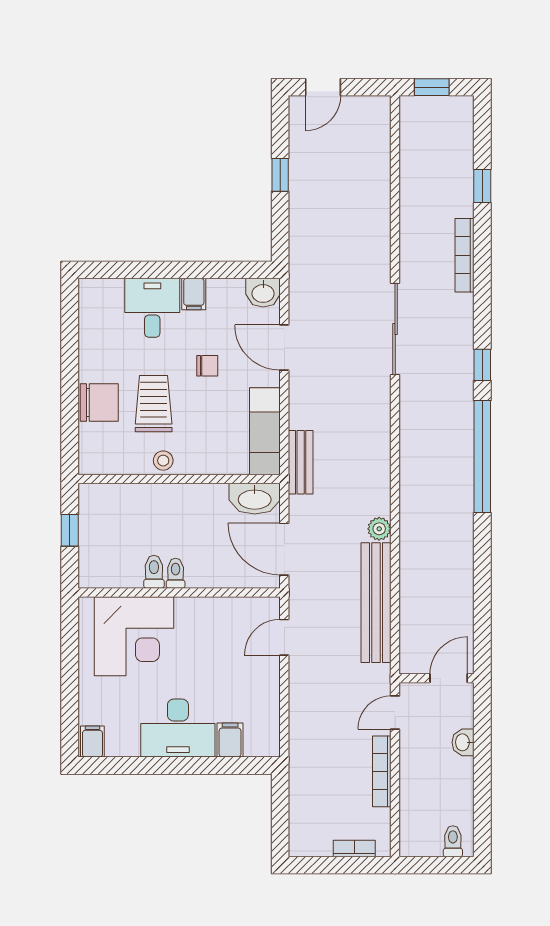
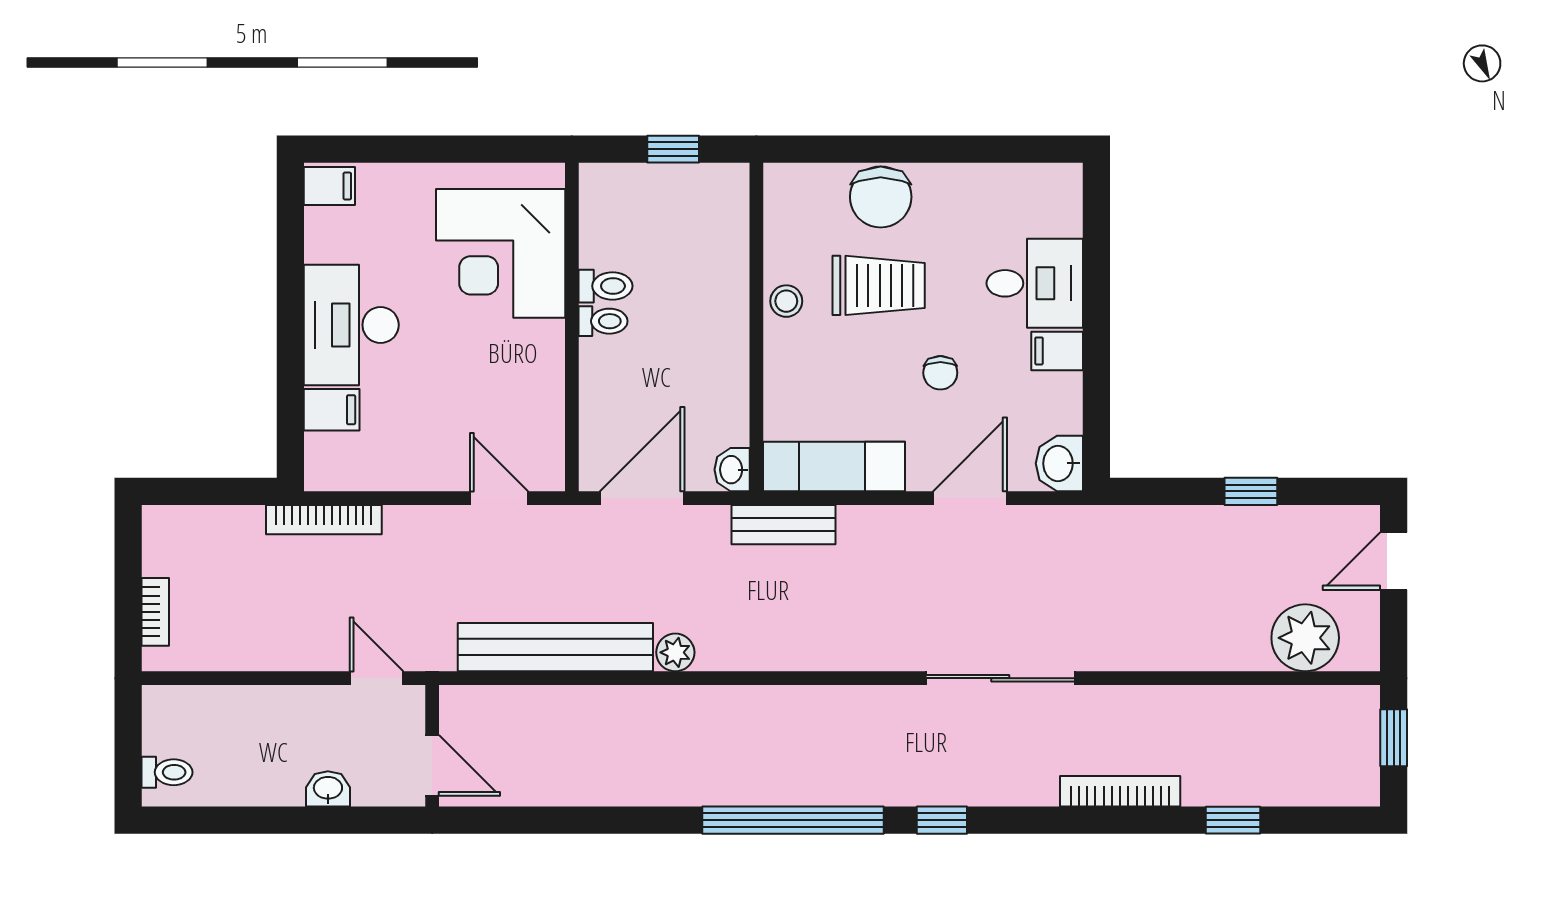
door: (323, 87) -> (1394, 561), hinge flipped
plant: (370, 142) -> (1305, 638), added
washbasin: (255, 499) -> (732, 470), width x0.52, depth x0.69
bookcase: (382, 771) -> (324, 520), moved, turned 180

